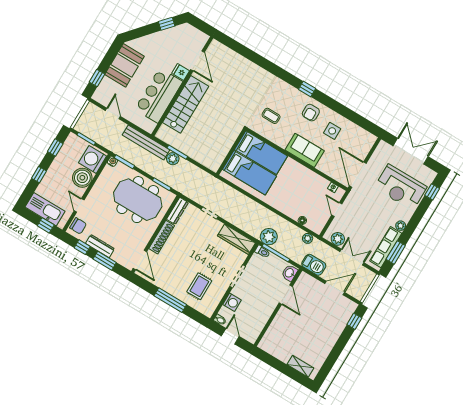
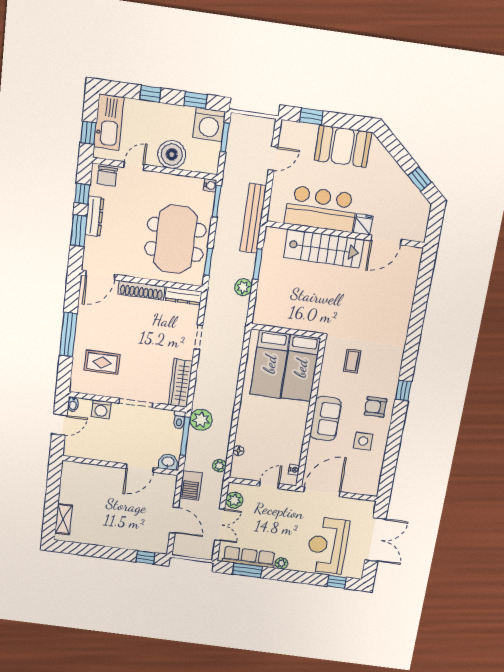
washing machine: (93, 159) -> (209, 125), moved, turned 180
plant: (173, 159) -> (243, 287), moved

